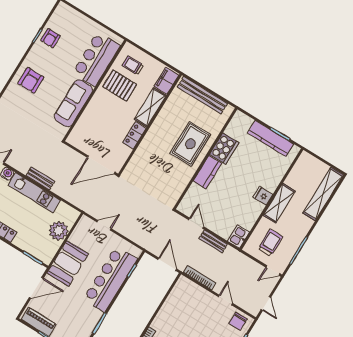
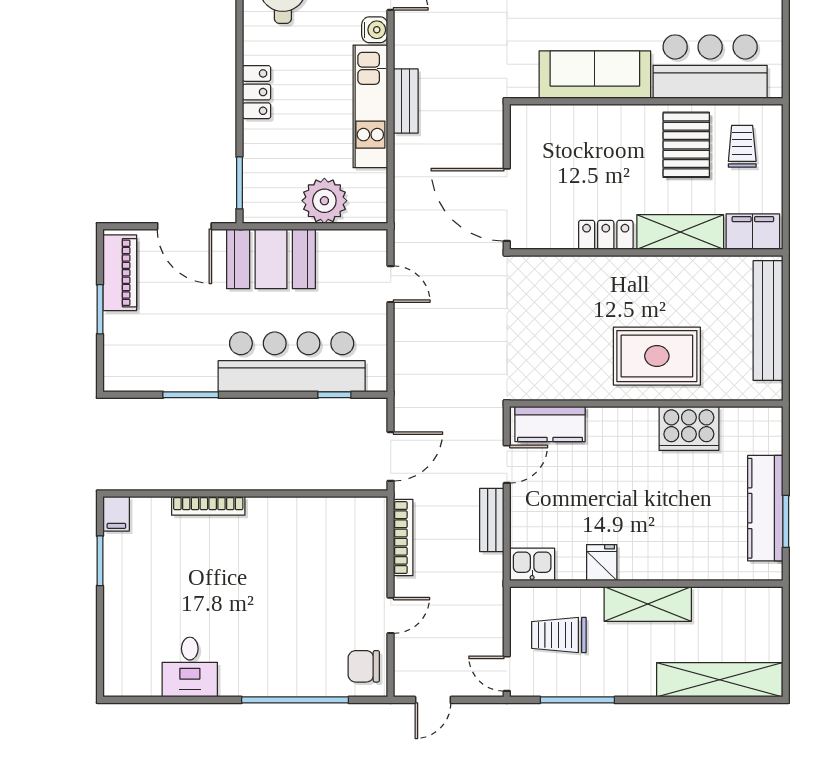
kitchen counter: (207, 172) -> (550, 424), moved
fridge: (263, 196) -> (602, 563), moved
trolley: (270, 243) -> (559, 635), turned 180

